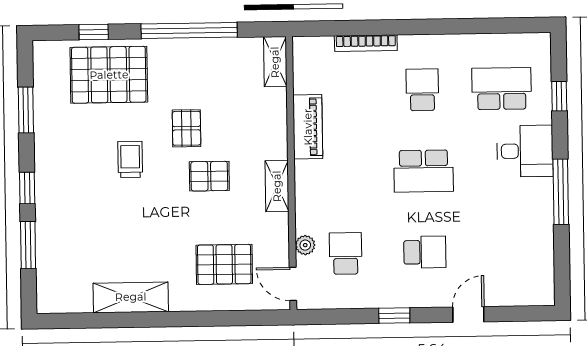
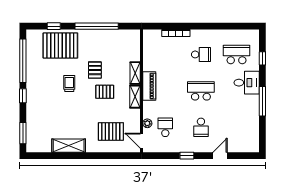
shelving: (275, 62) -> (135, 73), moved
school desk: (422, 90) -> (201, 54), turned 90
window: (26, 110) -> (23, 61), width x2.11
piano: (308, 127) -> (149, 86), moved
school desk: (424, 171) -> (201, 91), turned 180
window: (28, 245) -> (23, 133), moved
school desk: (425, 252) -> (201, 127), turned 90

